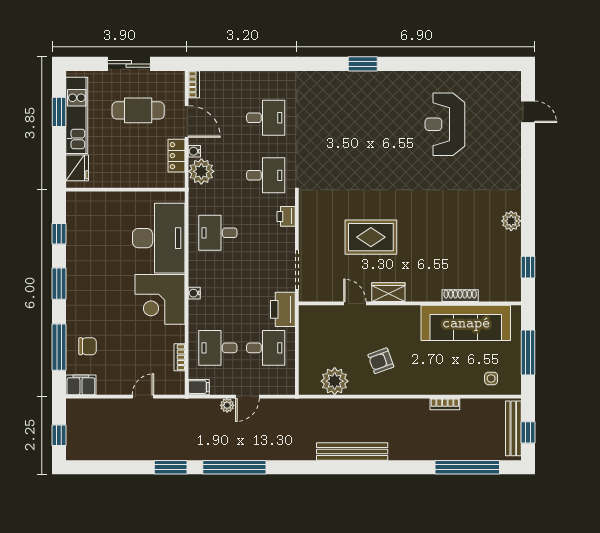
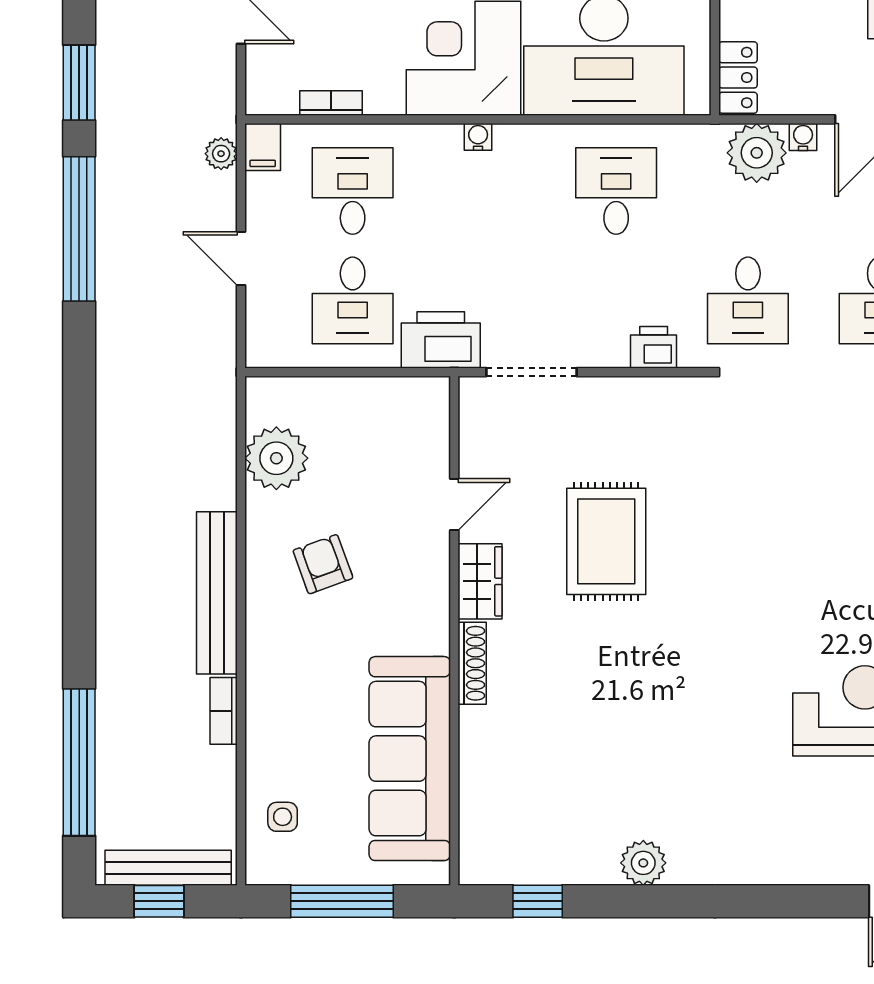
locker: (177, 156) -> (738, 78), moved, turned 90
shoe rack: (460, 296) -> (472, 663), moved
plant: (227, 405) -> (221, 154), moved
bench: (352, 452) -> (217, 593), moved

